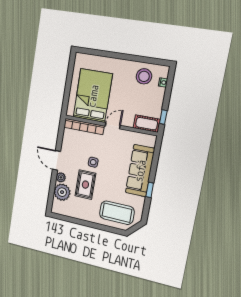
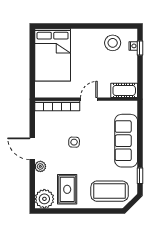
bed: (93, 96) -> (53, 55), moved, turned 180
window: (163, 117) -> (140, 48), moved
rug: (85, 185) -> (67, 189), moved
window: (150, 190) -> (140, 176), moved
plant: (62, 192) -> (44, 199), moved

